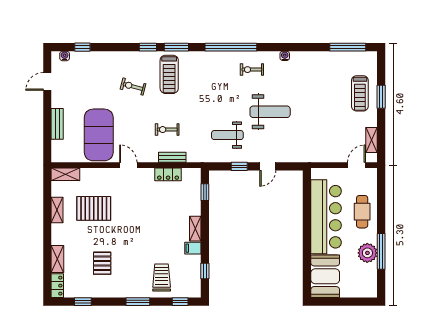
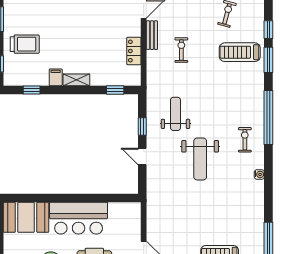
bench: (172, 157) -> (152, 35), moved
bar counter: (326, 217) -> (79, 218), width x0.73

